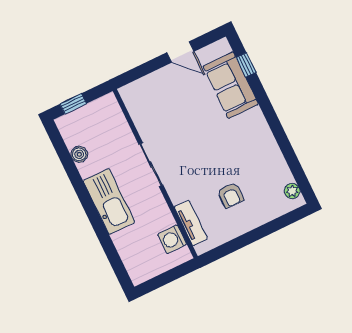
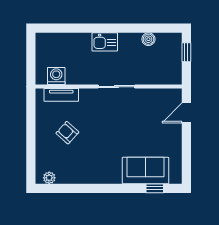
door: (180, 52) -> (186, 113), moved
armchair: (231, 195) -> (67, 133), turned 42
kitchen sink: (109, 201) -> (105, 42), width x0.53, depth x0.81

